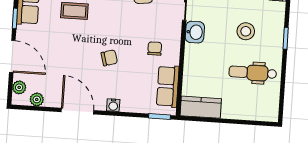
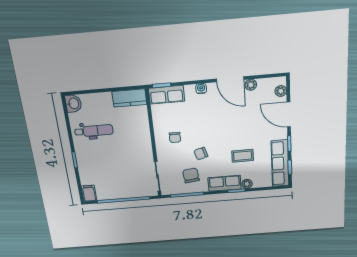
stool: (246, 31) -> (106, 160), removed
washbasin: (195, 32) -> (73, 103), moved, turned 180
chair: (109, 58) -> (201, 154), moved
row of seats: (168, 86) -> (167, 95), moved, turned 90
plant: (37, 99) -> (251, 85), moved

